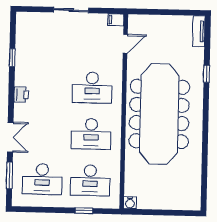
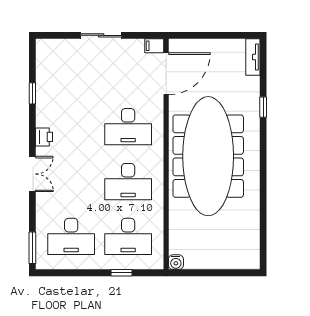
door: (125, 44) -> (166, 74), width x1.87
double door: (10, 137) -> (32, 174), moved
window: (9, 175) -> (32, 248), moved

